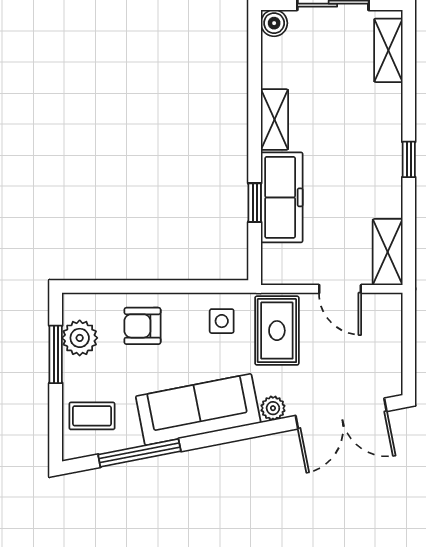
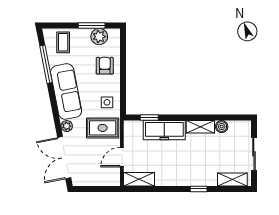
boiler: (274, 23) -> (222, 127), moved
window: (409, 159) -> (199, 189), moved
window: (255, 203) -> (149, 118), moved

